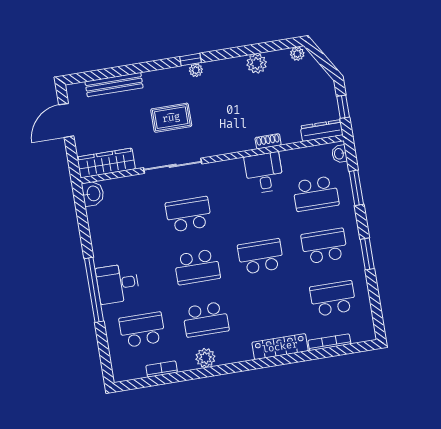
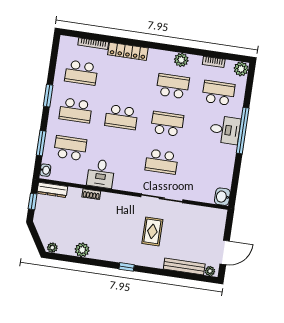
plant: (196, 70) -> (210, 271), moved
rug: (171, 118) -> (152, 231), turned 90
wardrobe: (106, 163) -> (207, 215), removed
school desk: (142, 330) -> (218, 93), turned 180
plant: (122, 371) -> (241, 69), added

